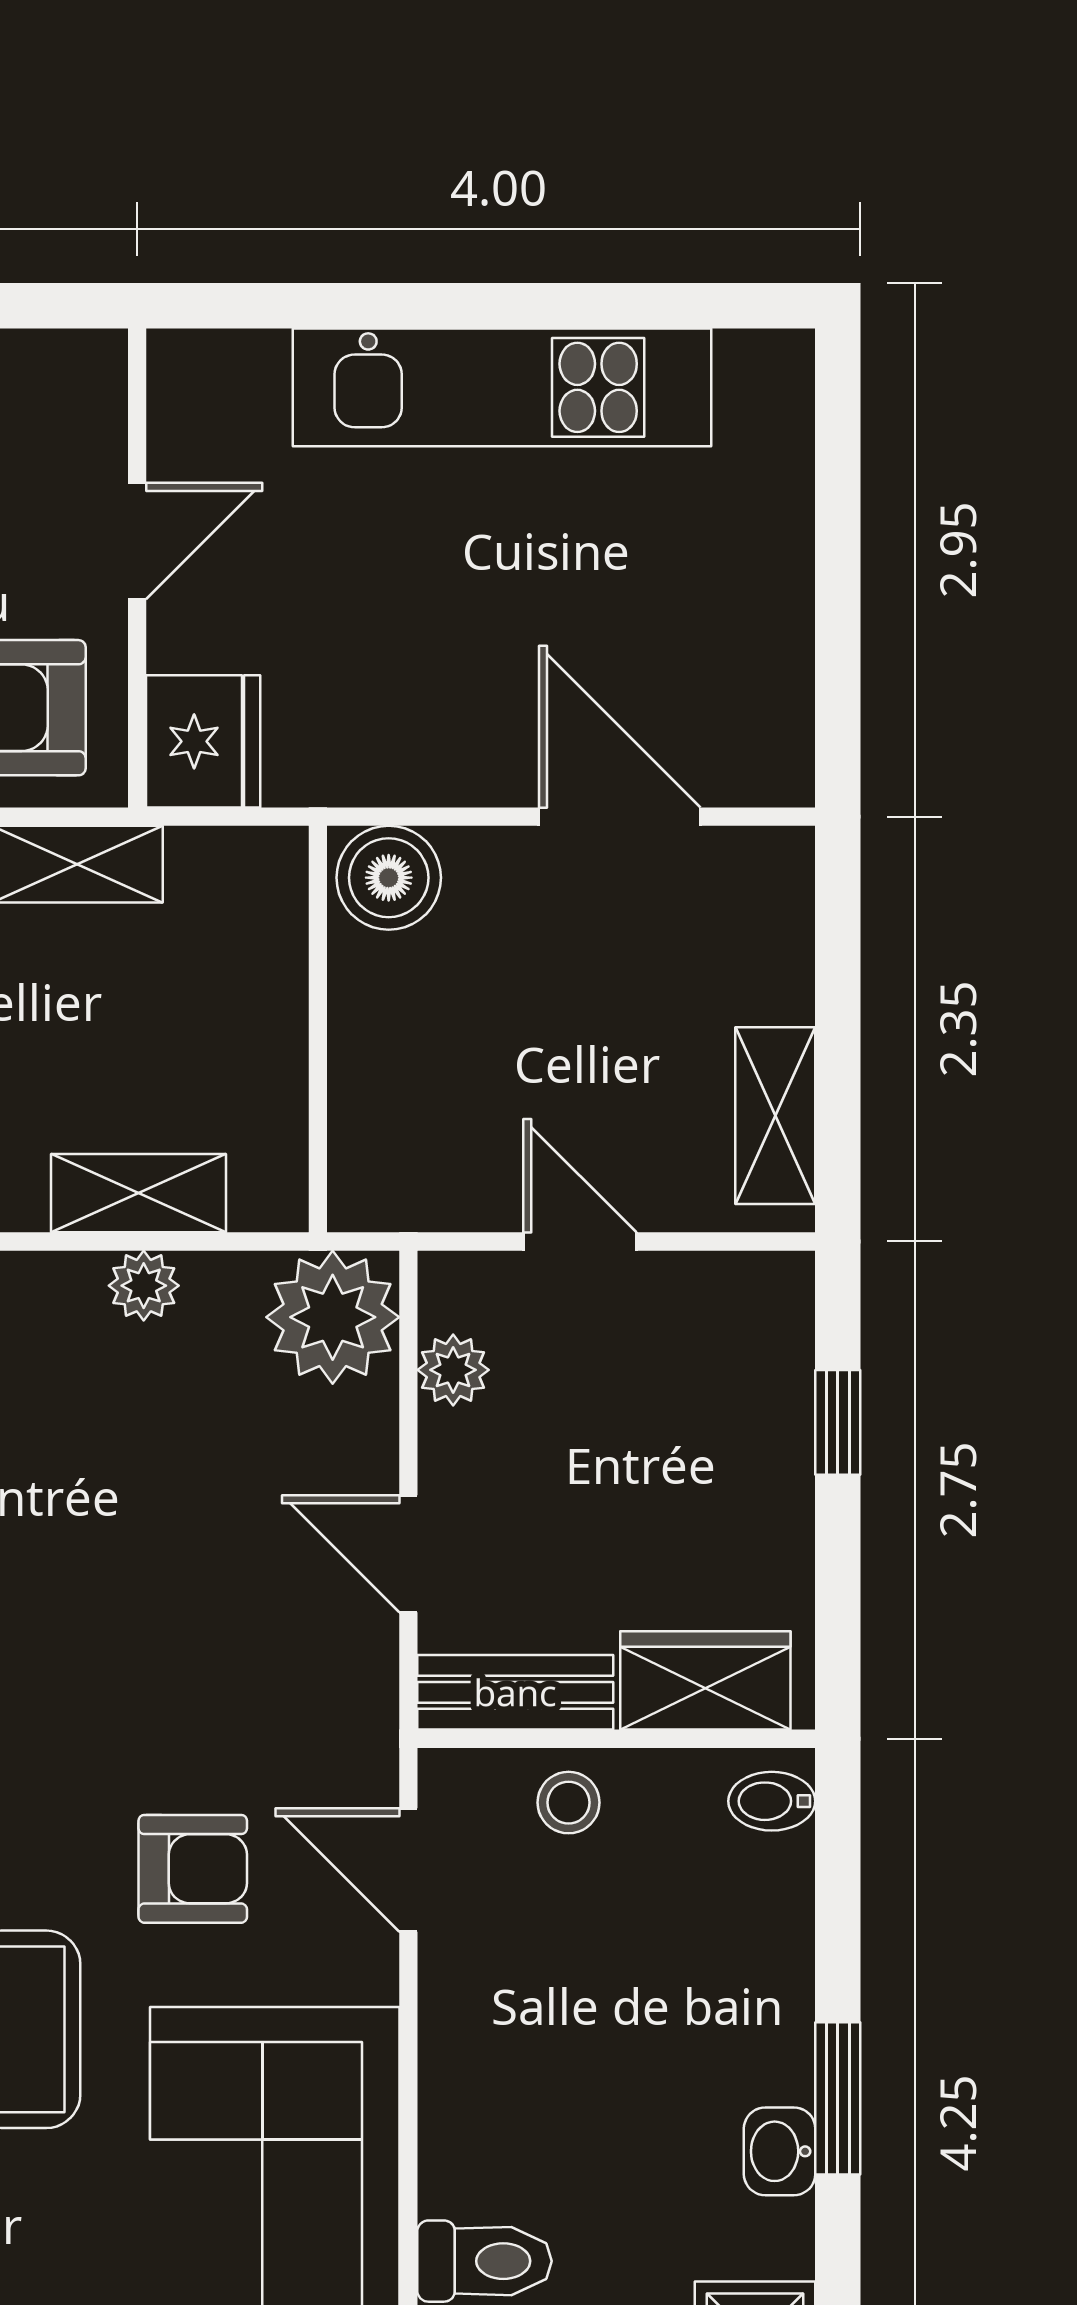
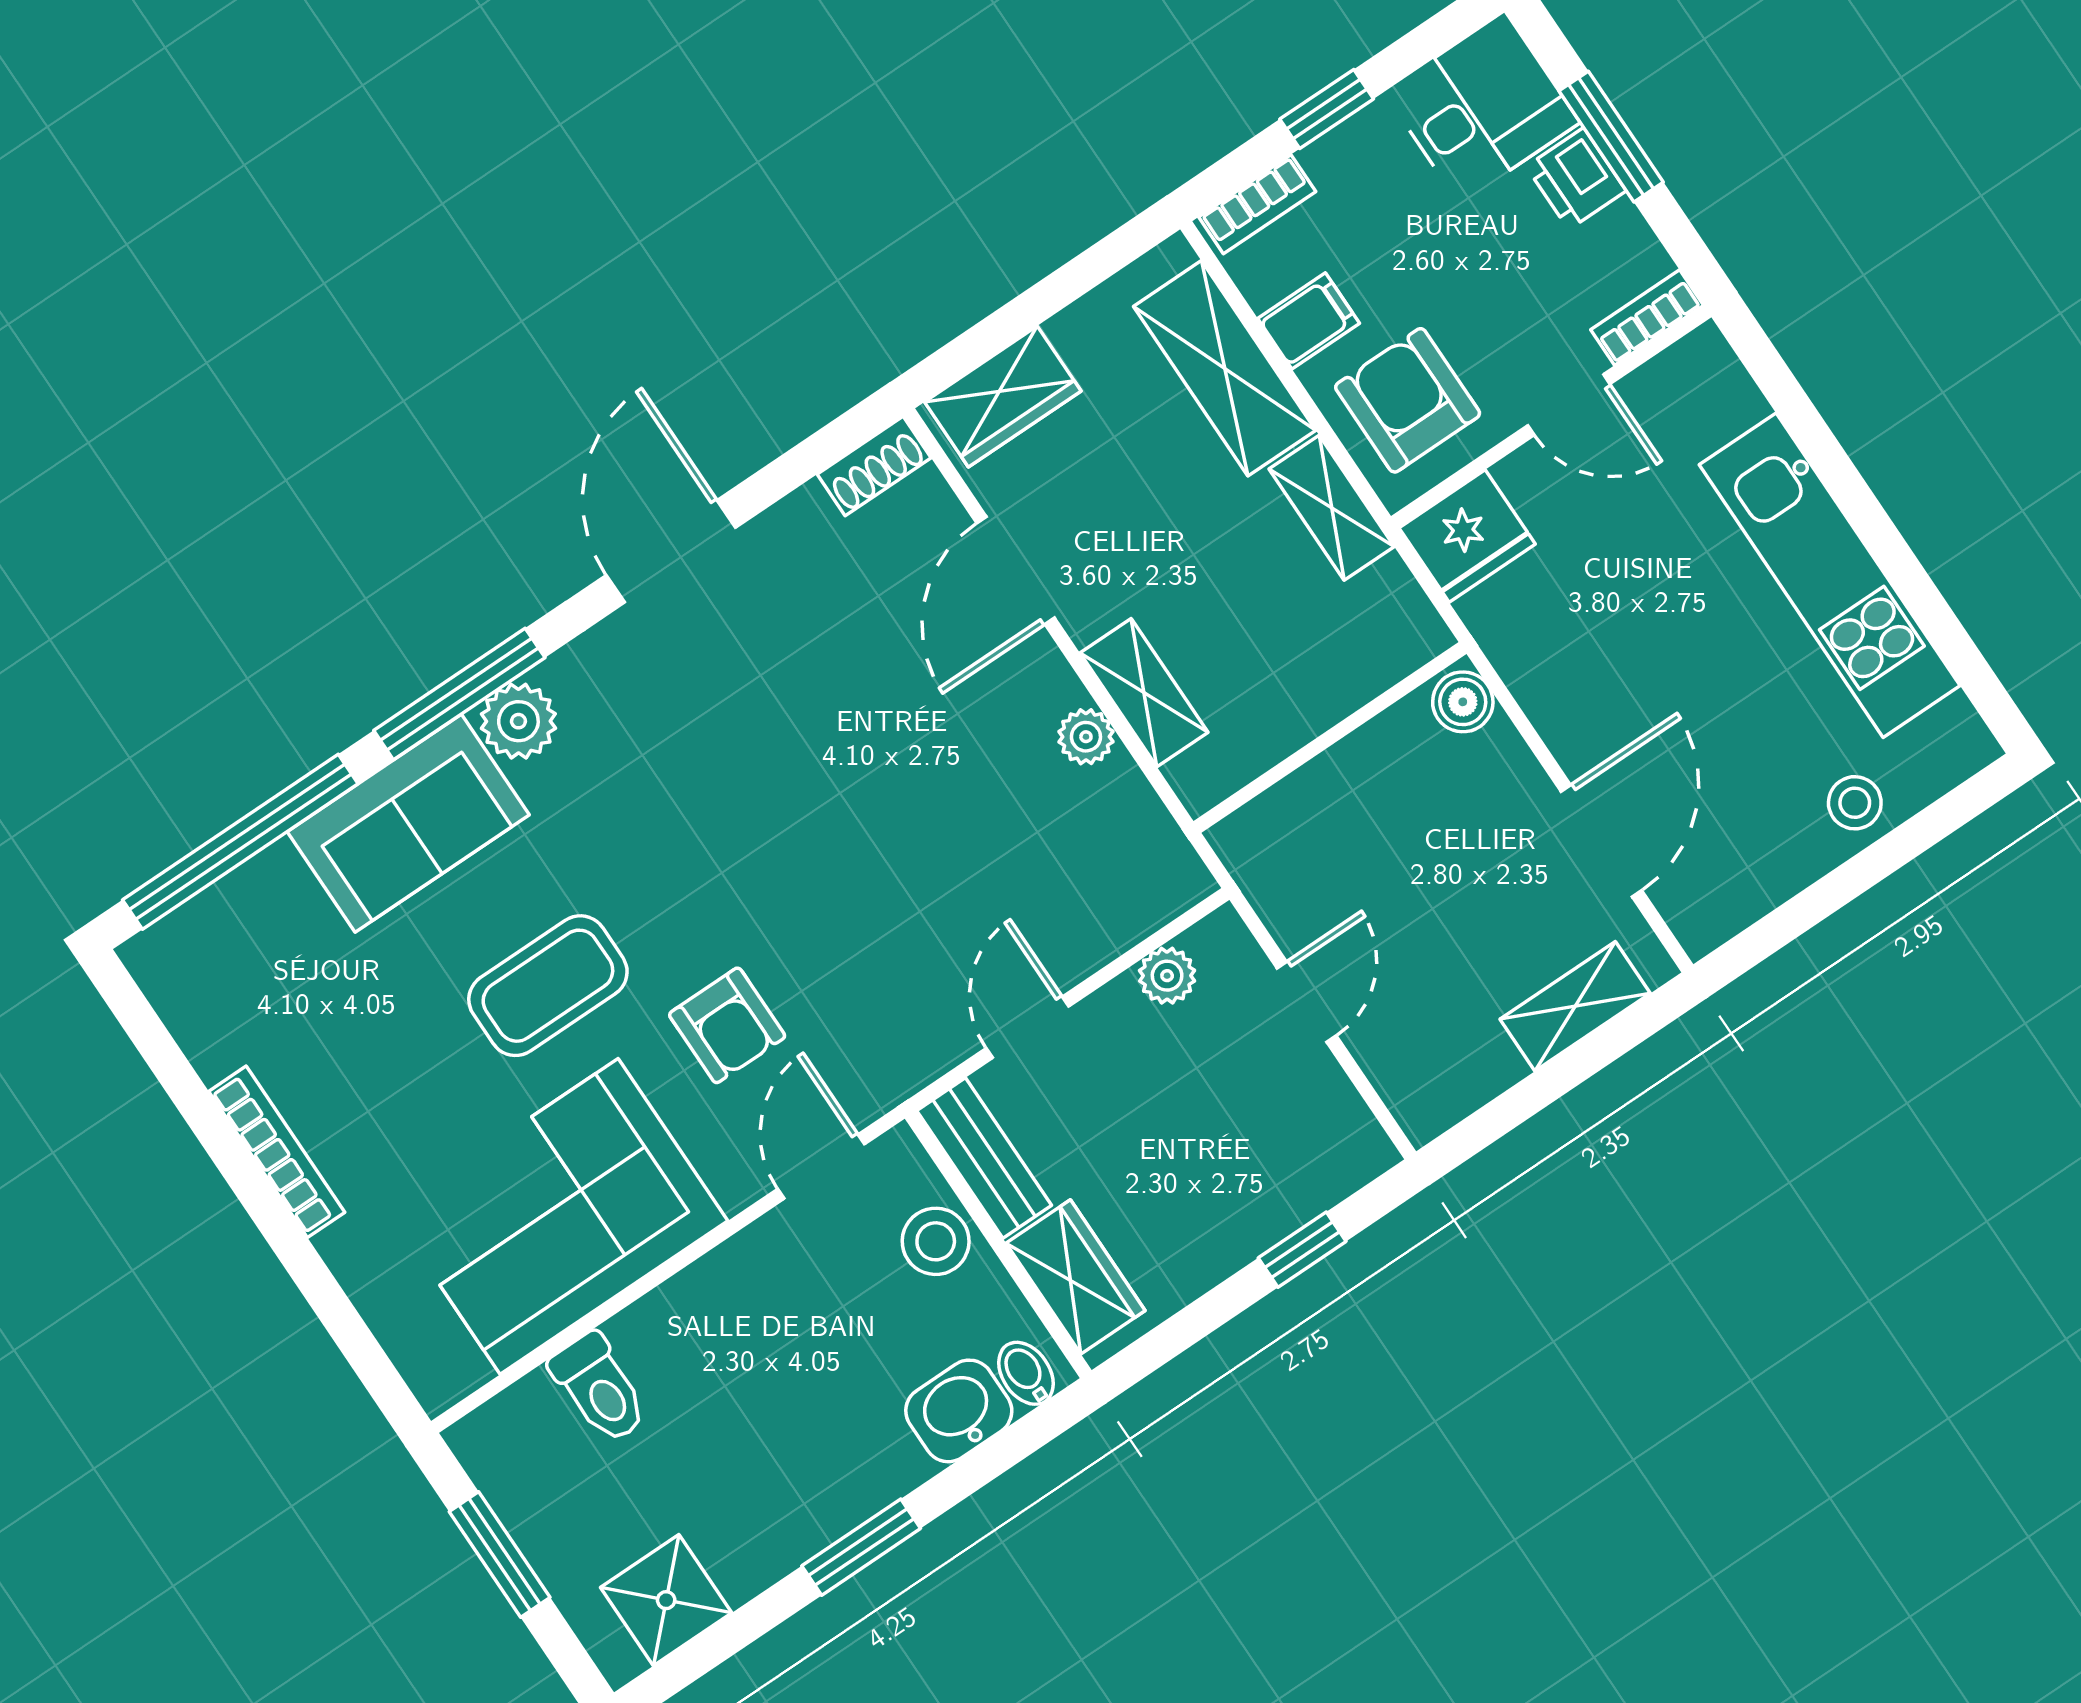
bookcase: (101, 397) -> (1647, 318), added
stool: (760, 523) -> (1855, 803), added
boiler: (389, 878) -> (1463, 702), width x0.73, depth x0.73
shelving: (775, 1116) -> (1575, 1006), moved
plant: (333, 1317) -> (1149, 874), removed
stool: (569, 1803) -> (936, 1241), width x1.37, depth x1.37
washbasin: (780, 2151) -> (959, 1411), moved, width x1.38, depth x1.45

